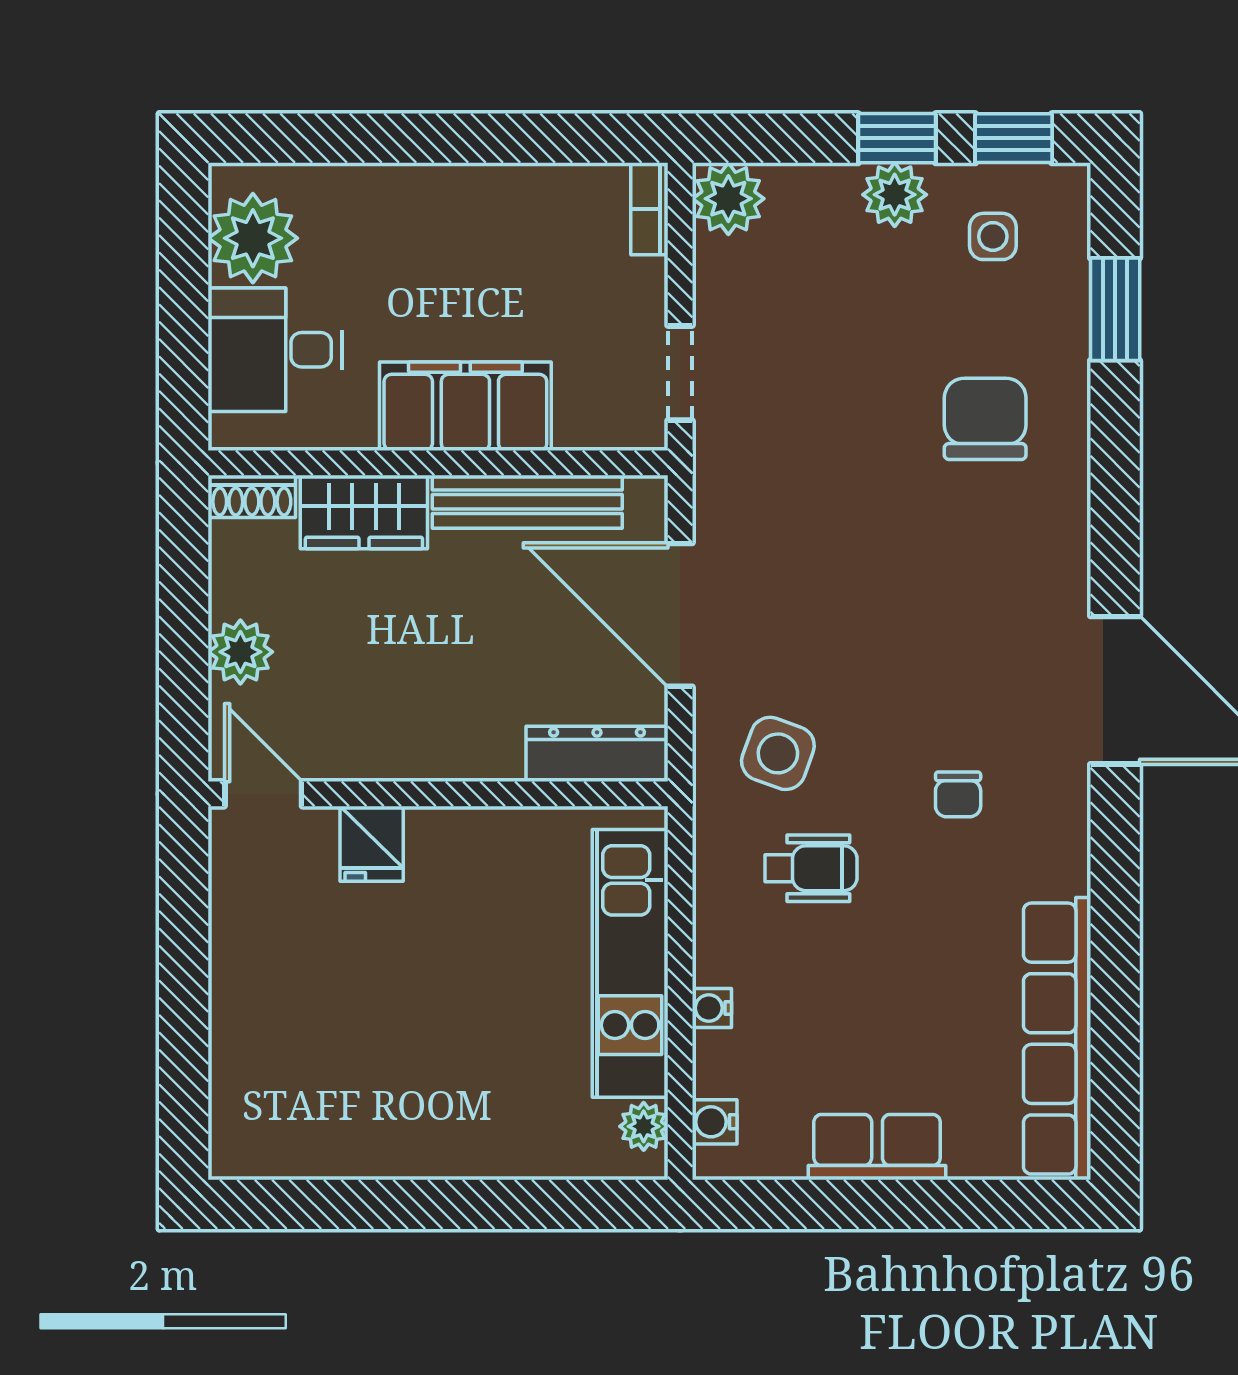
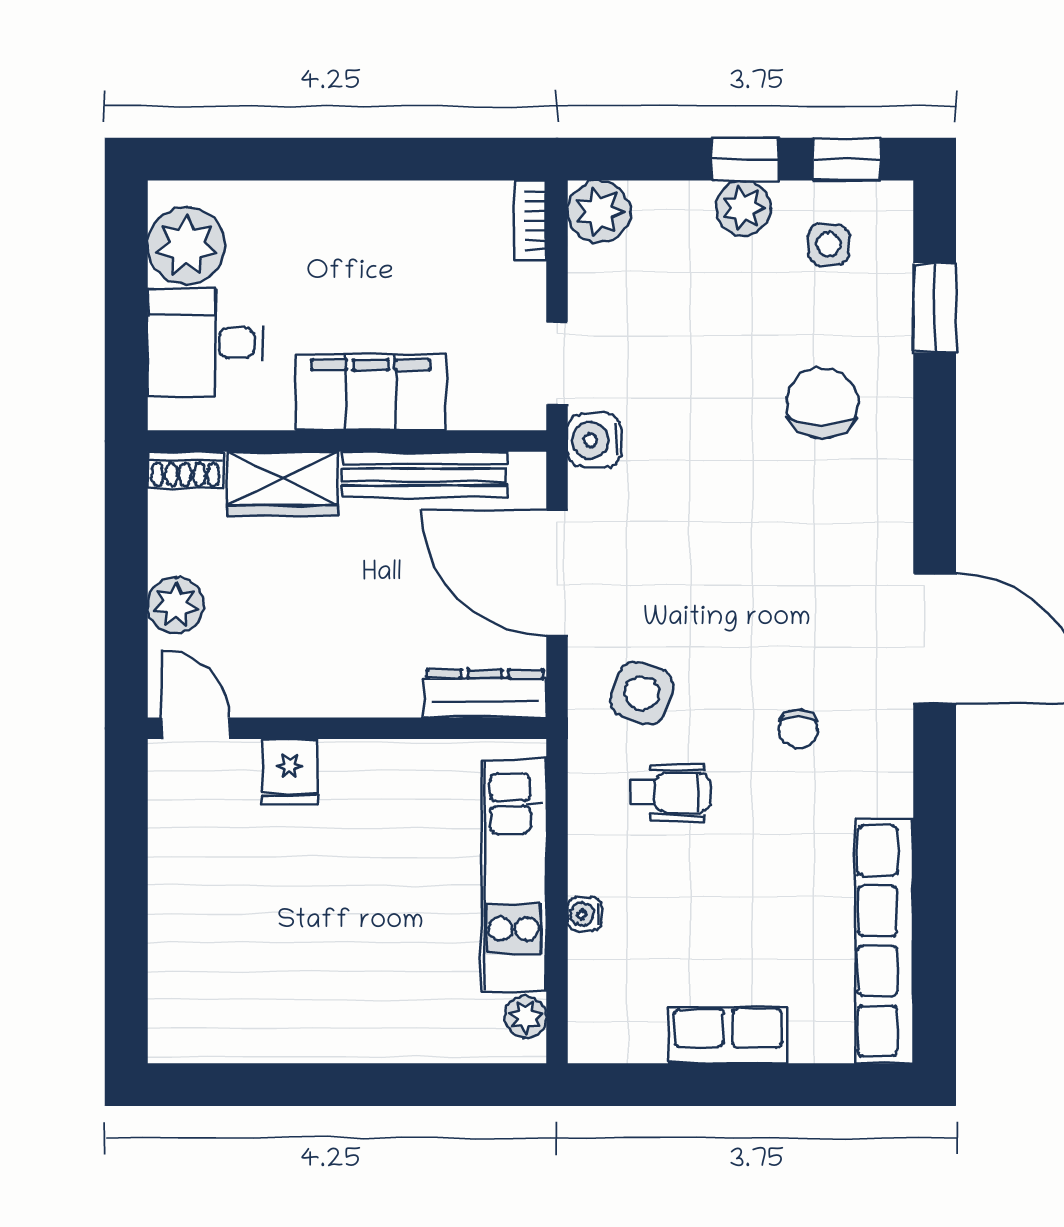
water cooler: (715, 1122) -> (594, 440), moved, width x1.38, depth x1.38

